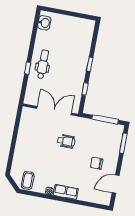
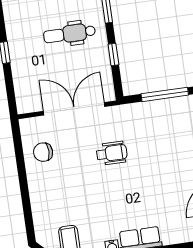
dental chair: (43, 64) -> (69, 34), moved, turned -90
chair: (97, 163) -> (43, 152), moved

